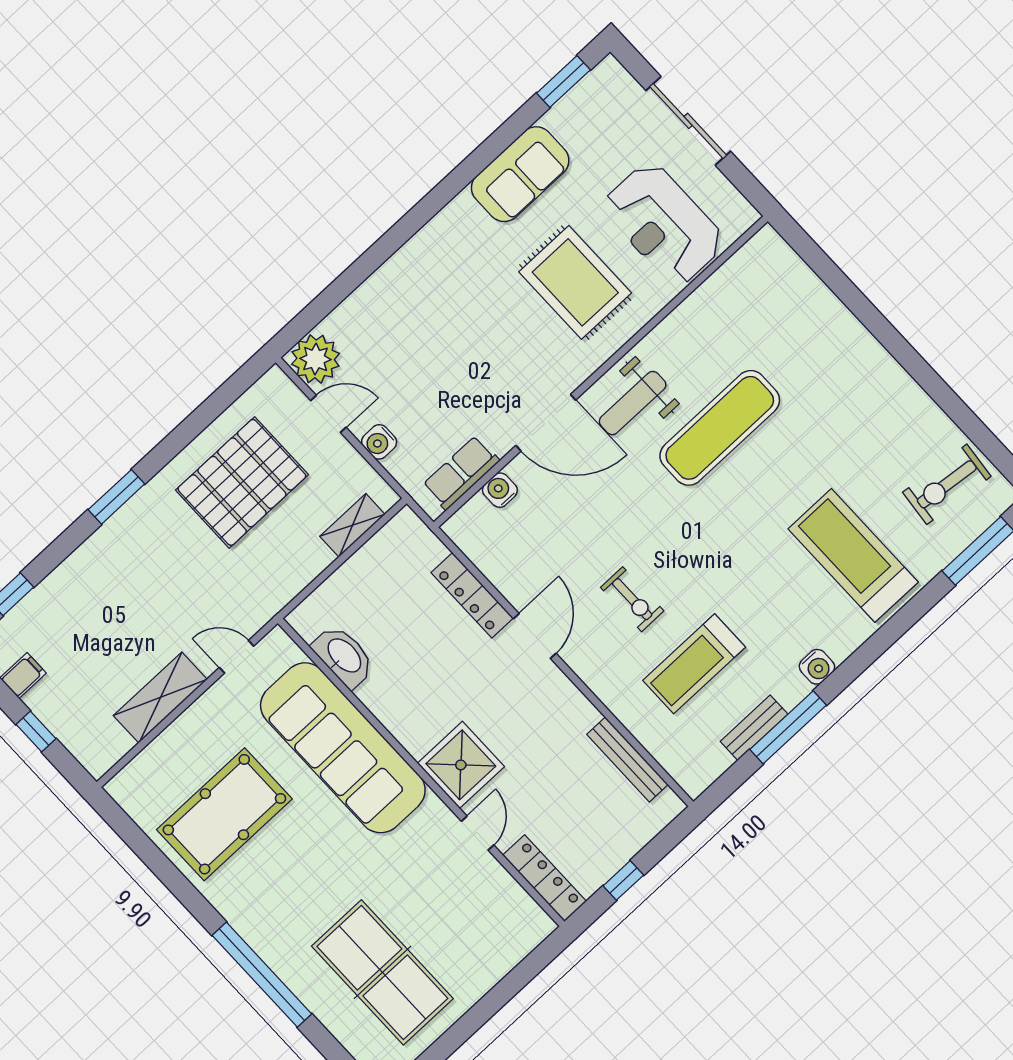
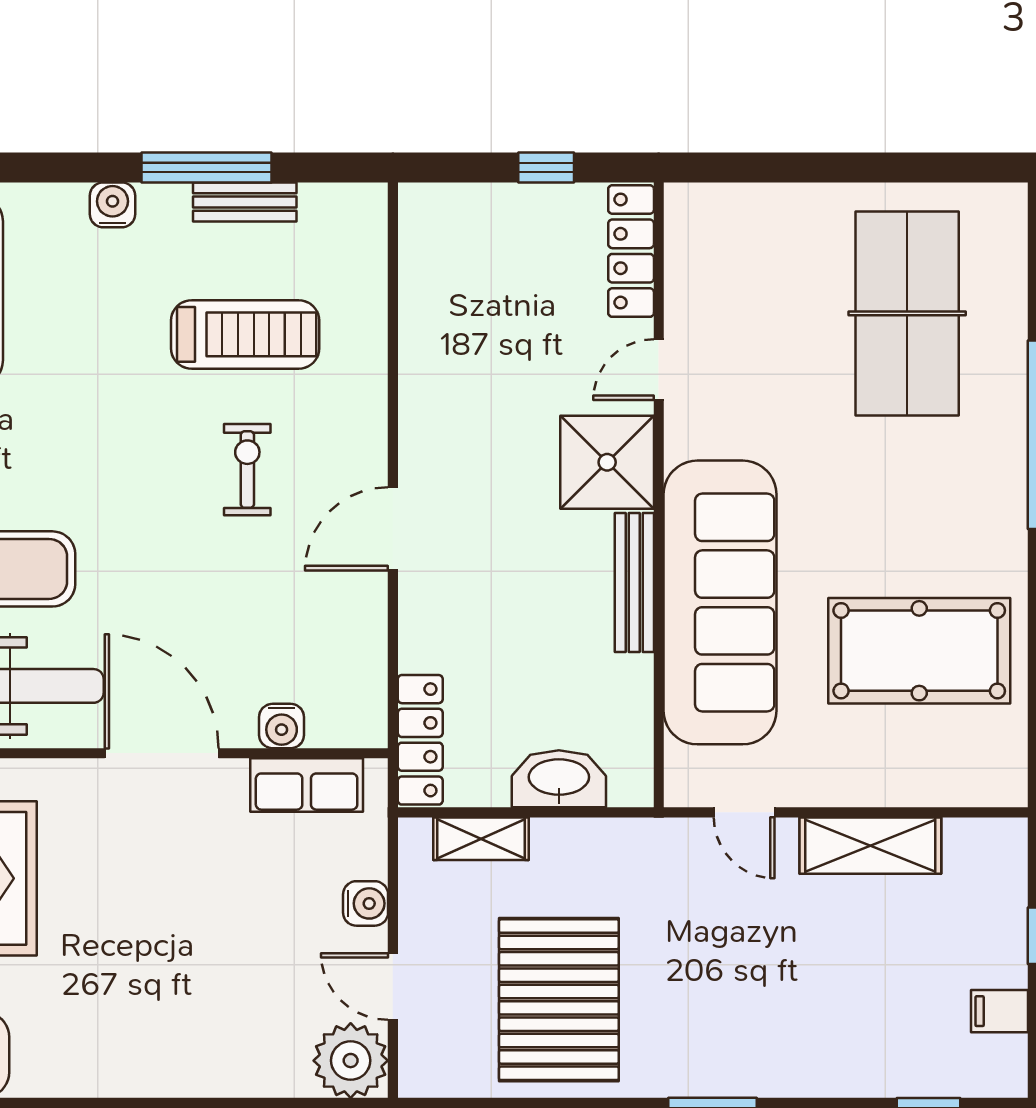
pallet: (242, 482) -> (559, 1000), turned 90
locker: (472, 595) -> (420, 740), moved
washbasin: (344, 656) -> (559, 779), moved, turned 90
bench: (627, 759) -> (634, 582), moved

